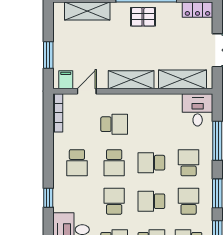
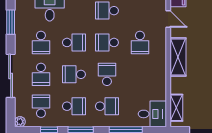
shelving: (182, 79) -> (176, 108), width x0.67, depth x0.75
school desk: (151, 201) -> (74, 74), turned -90

